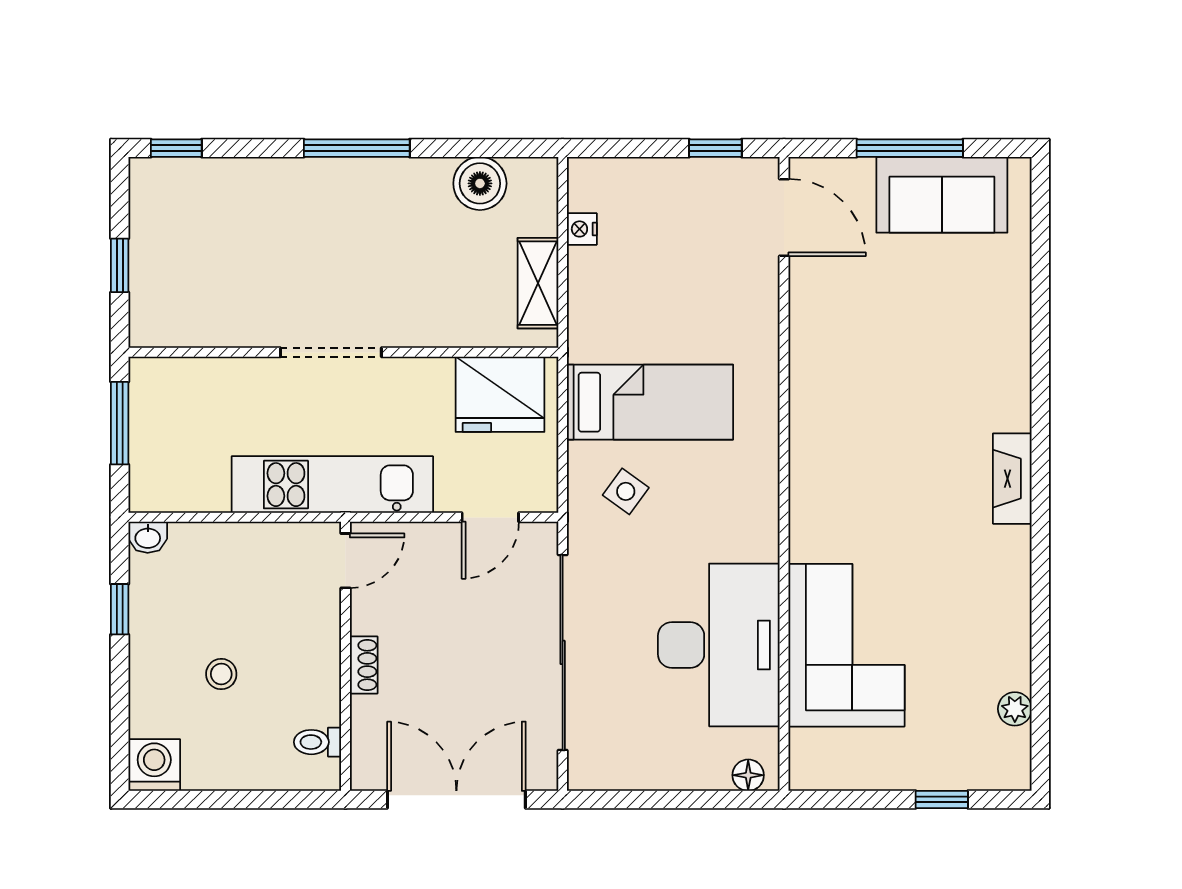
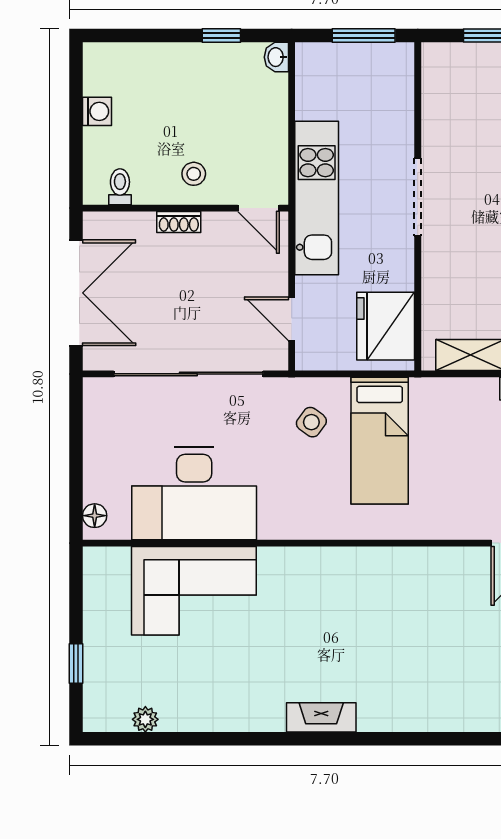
stool: (221, 674) -> (194, 174), moved
washing machine: (154, 765) -> (97, 111), moved, width x0.73, depth x0.73

